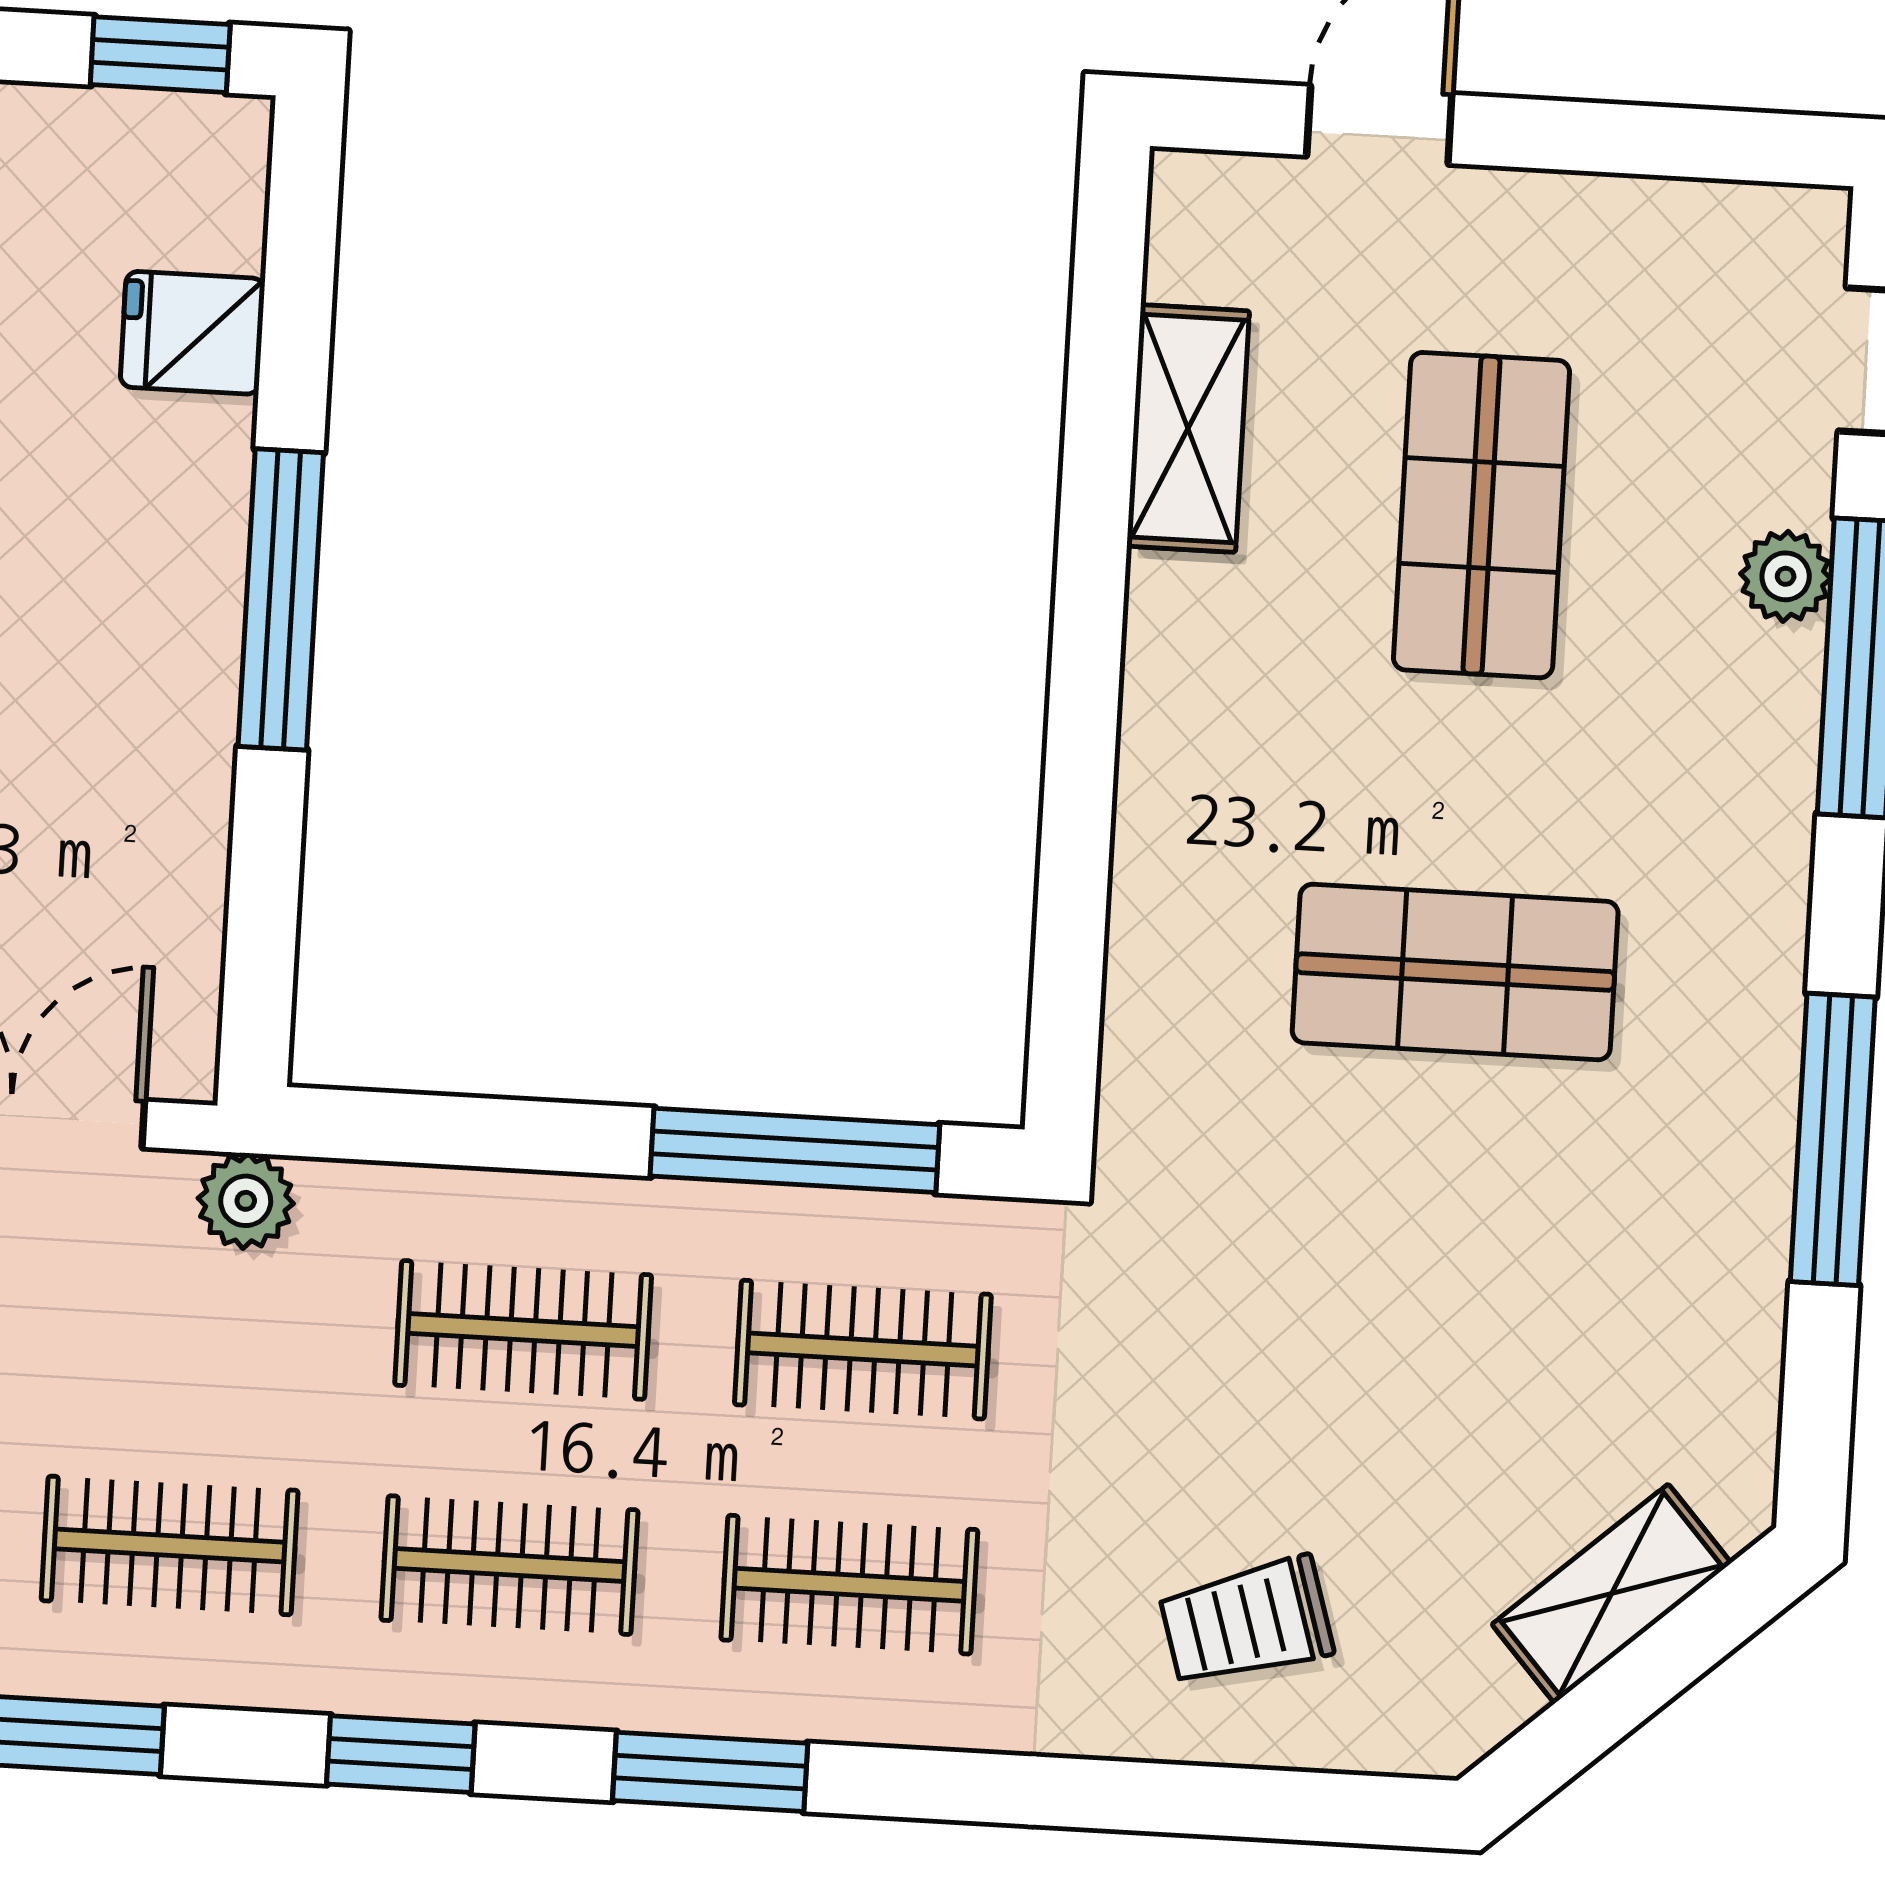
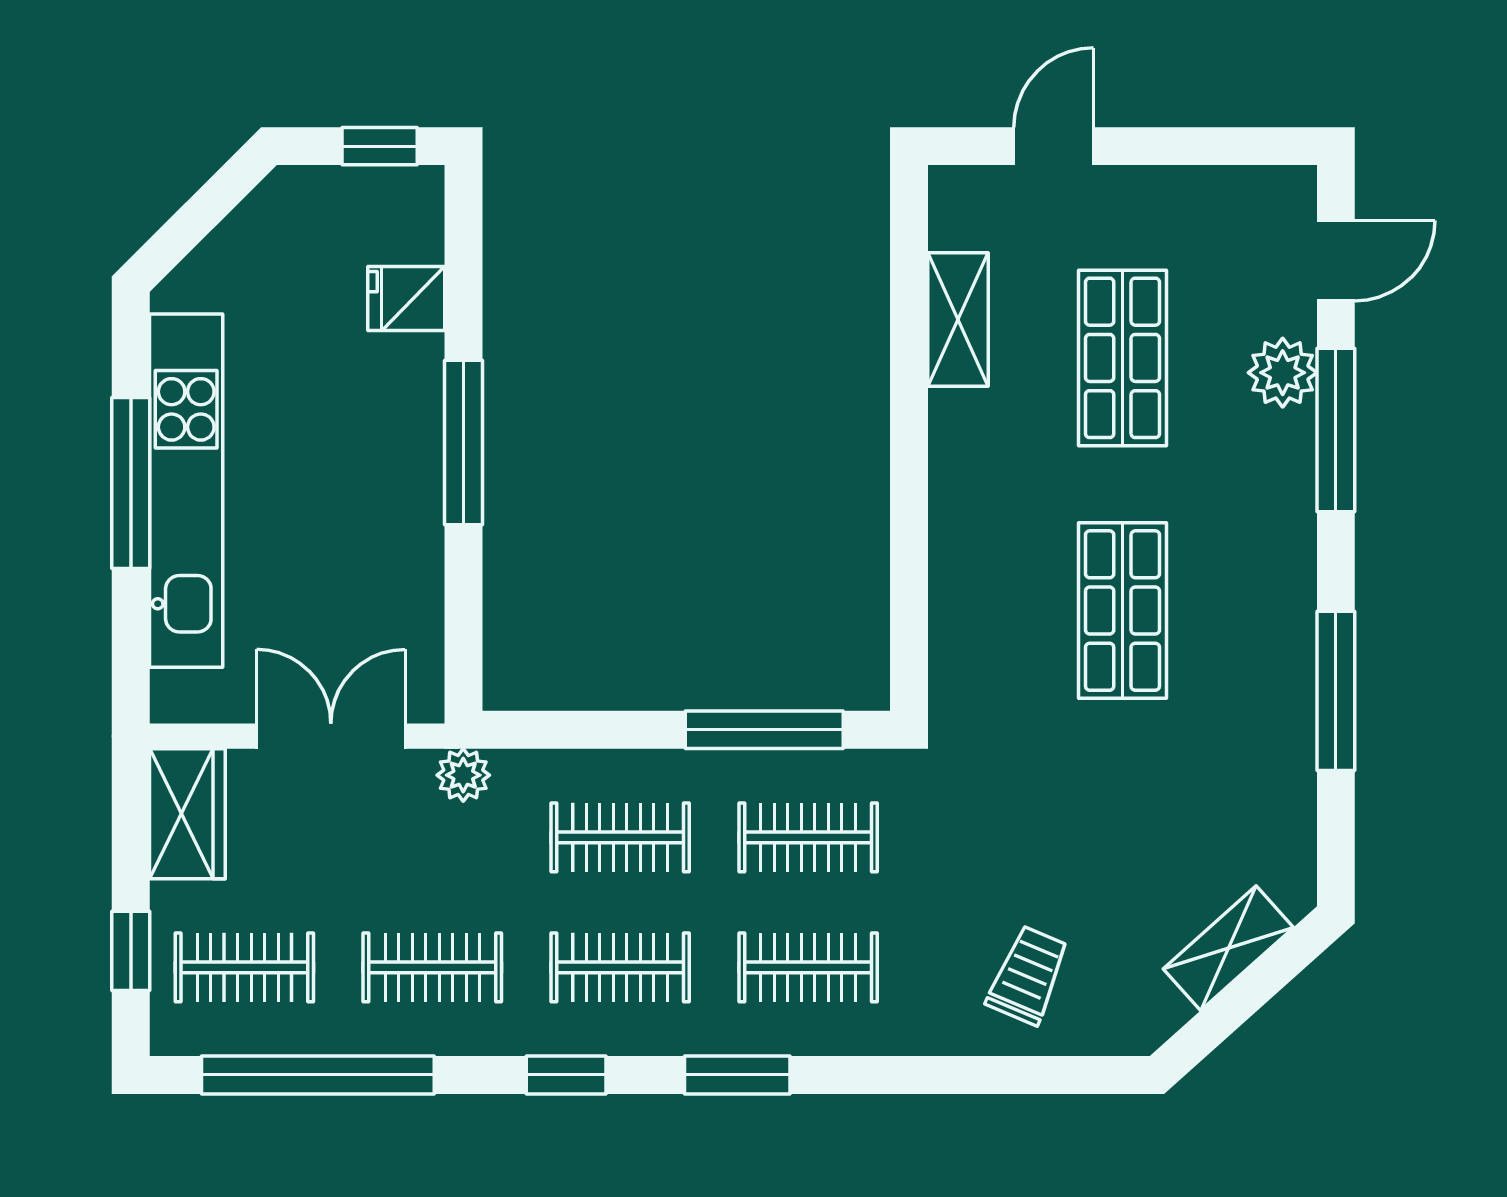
plant: (1786, 576) -> (1283, 373), width x1.38, depth x1.38
shop shelf: (1455, 972) -> (1122, 611), turned 90
trolley: (1246, 1622) -> (1028, 975), turned 130

